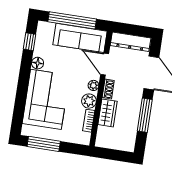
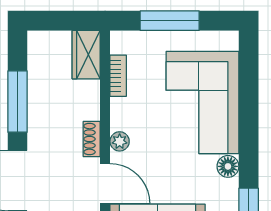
plant: (89, 101) -> (123, 112), removed
wardrobe: (107, 113) -> (86, 55), moved
window: (44, 144) -> (170, 21), moved

